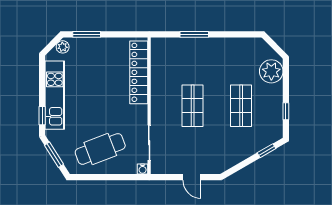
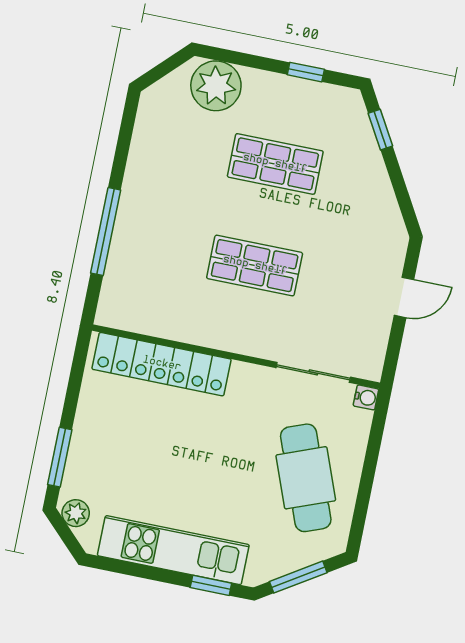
window: (194, 34) -> (106, 232), width x1.44

